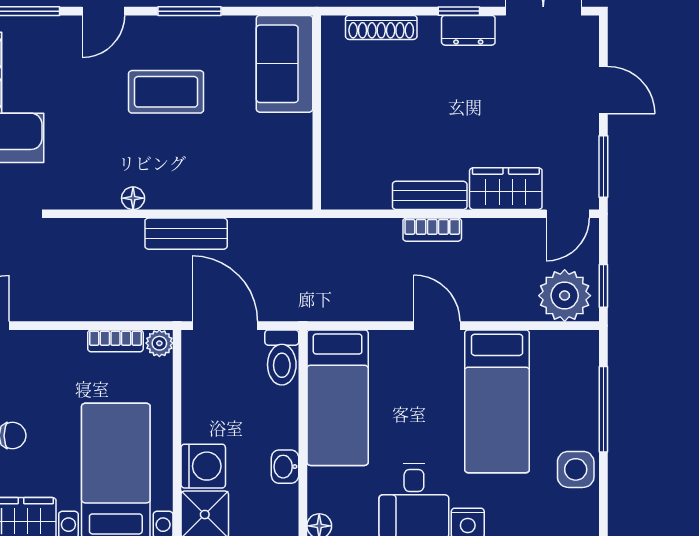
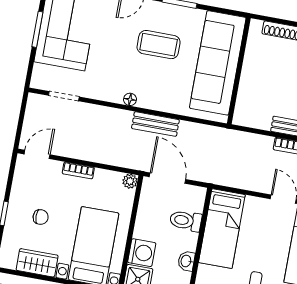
sofa: (285, 64) -> (218, 63), width x1.85, depth x1.27
bookcase: (115, 341) -> (78, 170), moved
toilet: (282, 358) -> (186, 221), moved, turned 90

